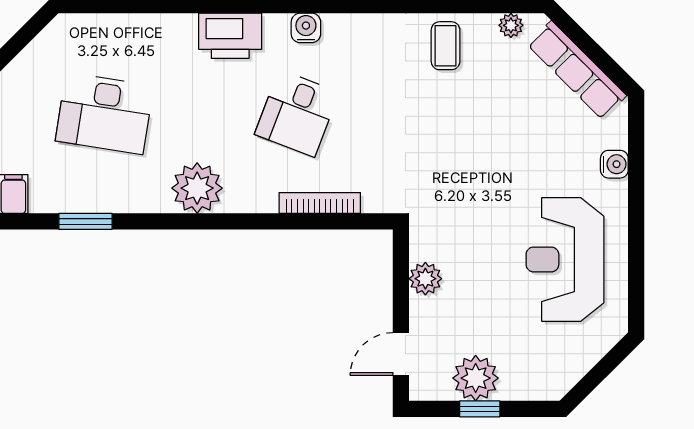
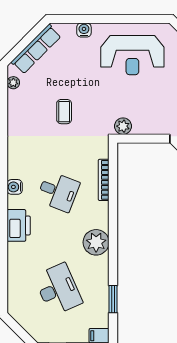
coffee table: (446, 46) -> (64, 112), moved, turned 90
desk: (104, 113) -> (58, 289), turned -33
plant: (425, 279) -> (123, 126), moved

